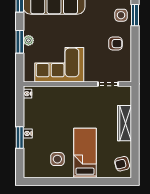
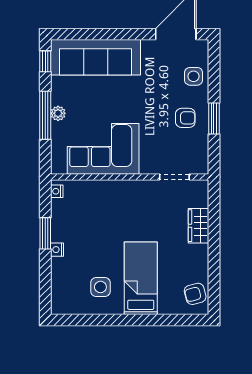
window: (135, 15) -> (214, 118), moved
window: (20, 42) -> (45, 115), width x1.44
wardrobe: (124, 123) -> (199, 226), width x0.67
window: (20, 137) -> (45, 233), moved

